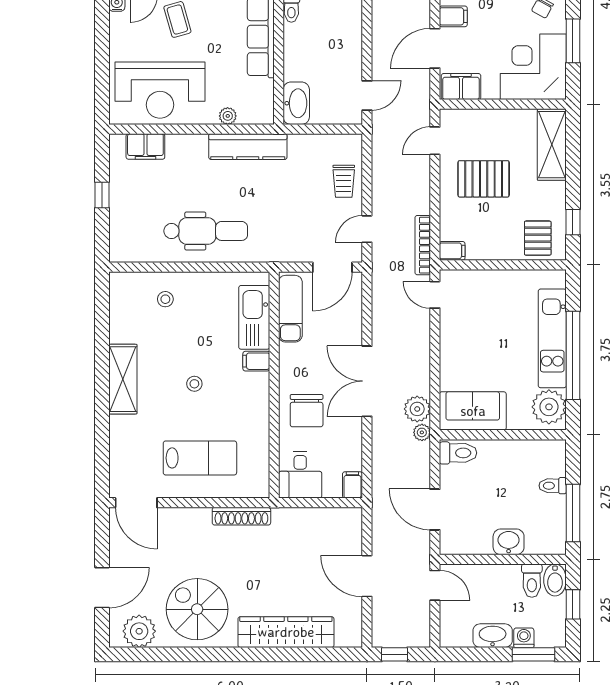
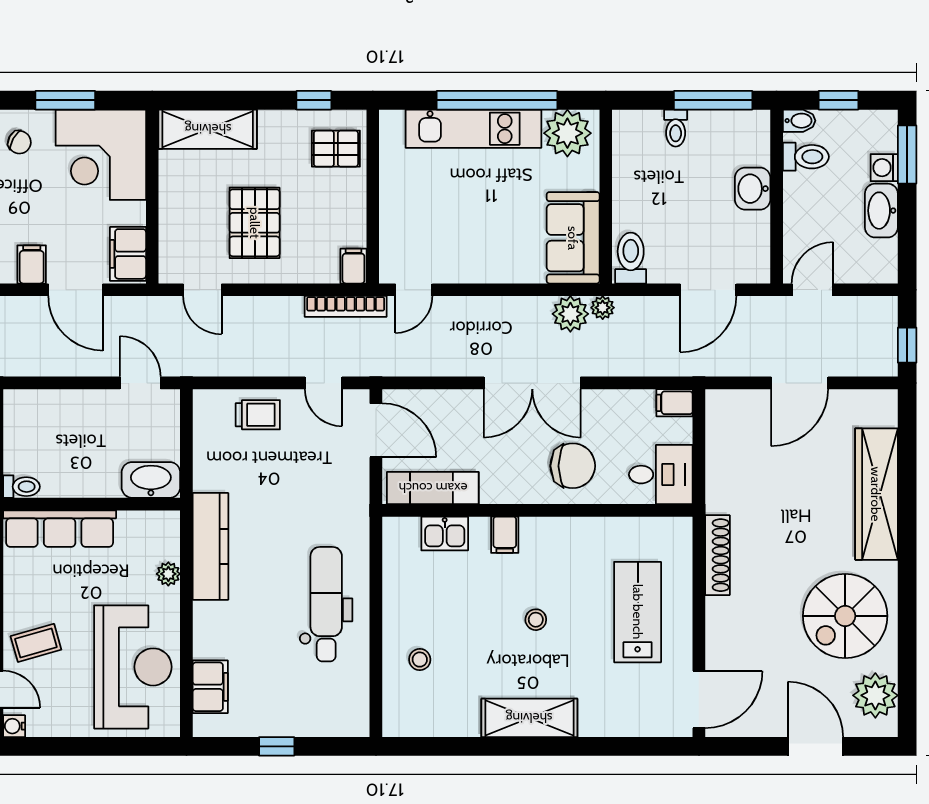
kitchen sink: (254, 317) -> (445, 533), width x0.53, depth x0.81
bidet: (555, 580) -> (799, 121), width x0.72, depth x0.74

